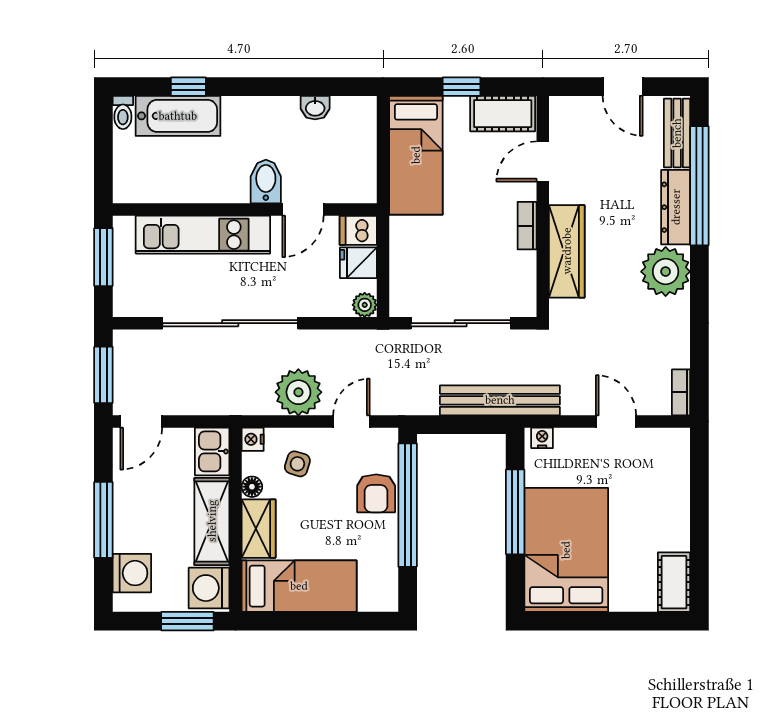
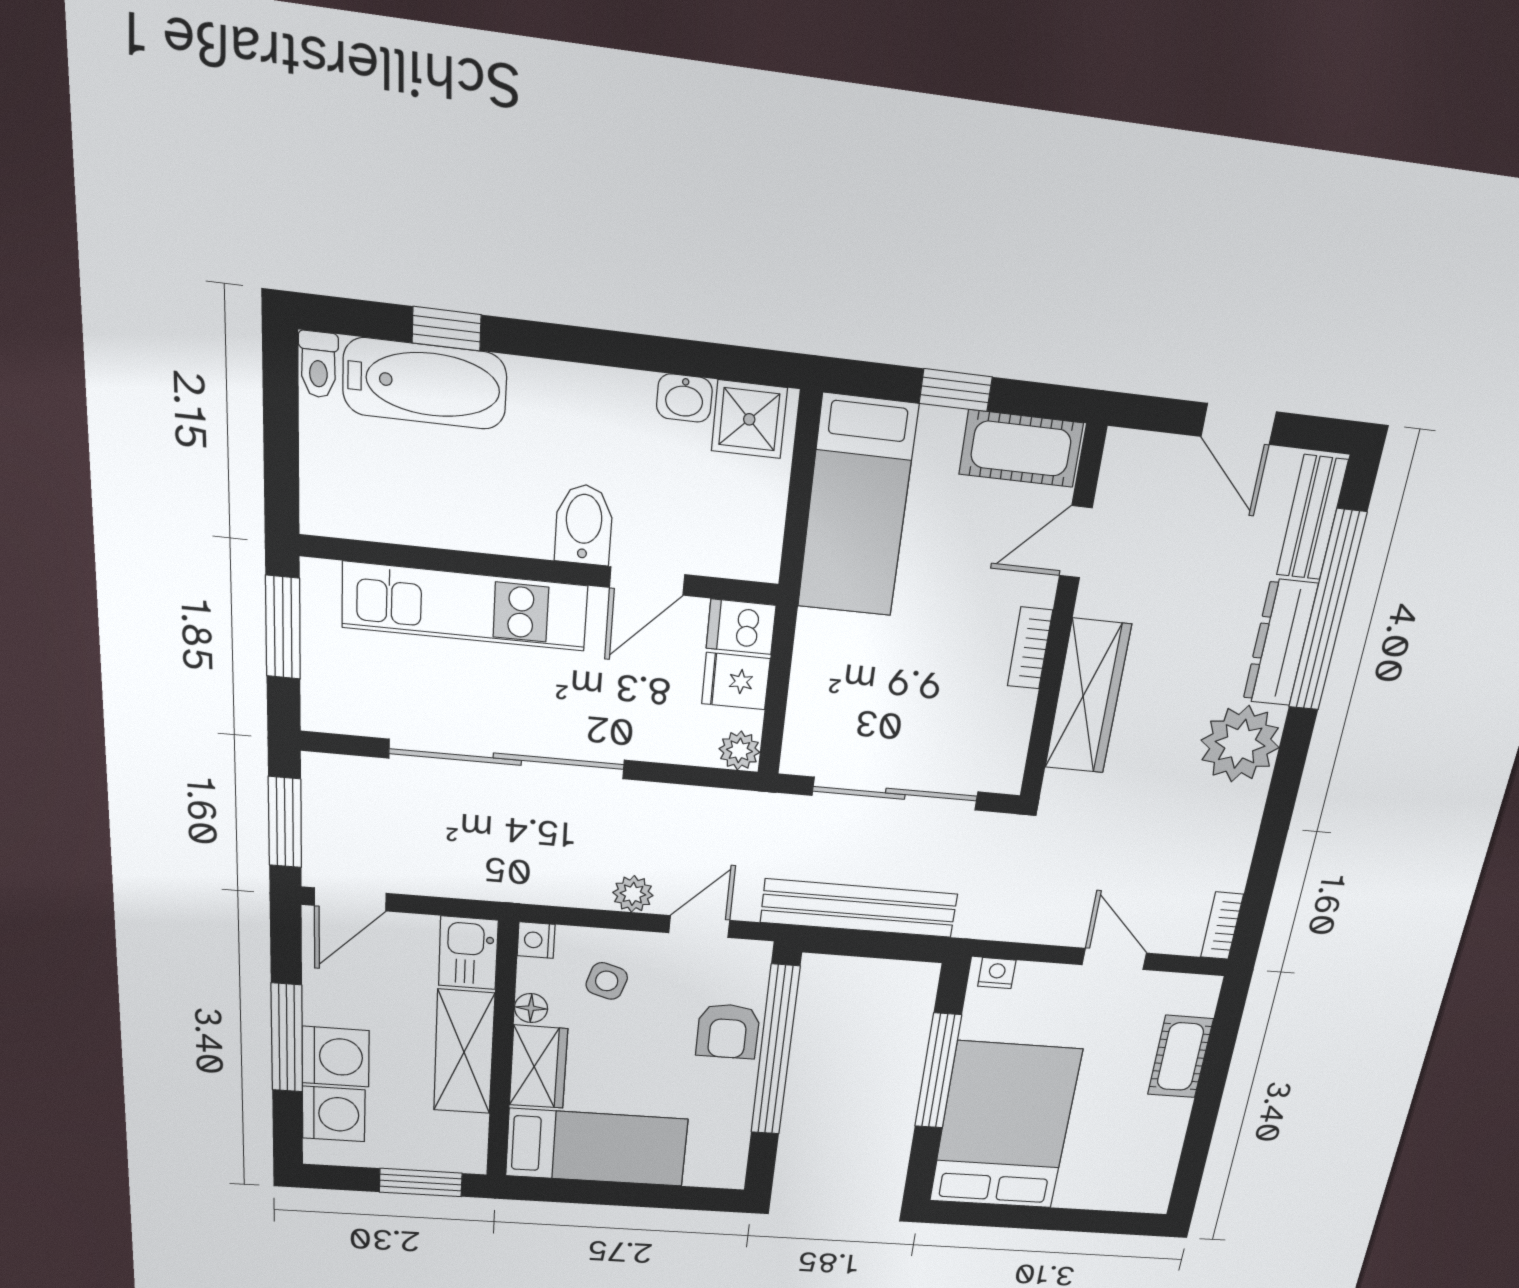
shower: (351, 115) -> (749, 419), added
plant: (298, 392) -> (633, 894), width x0.53, depth x0.53
bench: (500, 400) -> (859, 908), moved
cot: (674, 582) -> (1180, 1057), moved
washing machine: (209, 588) -> (336, 1057), moved, turned 180

